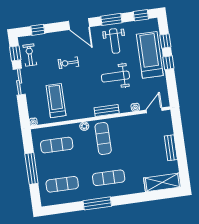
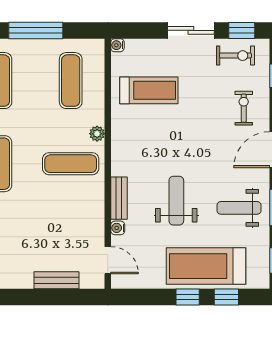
treadmill: (150, 55) -> (206, 266), turned 180
exercise bike: (68, 63) -> (244, 108), moved
bench: (107, 111) -> (119, 198), moved
bench: (171, 148) -> (57, 280), moved

